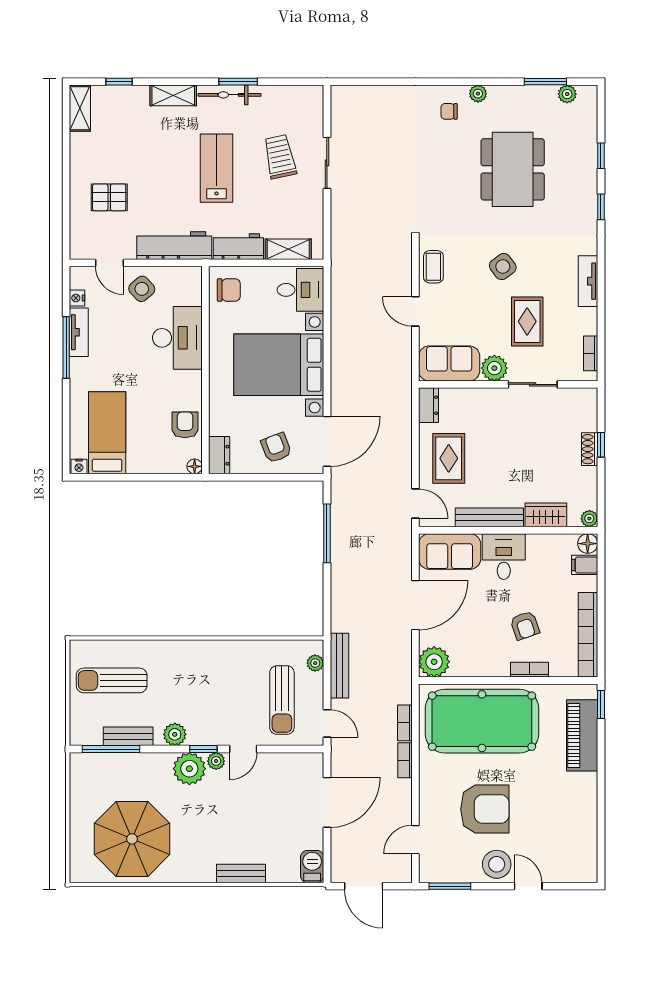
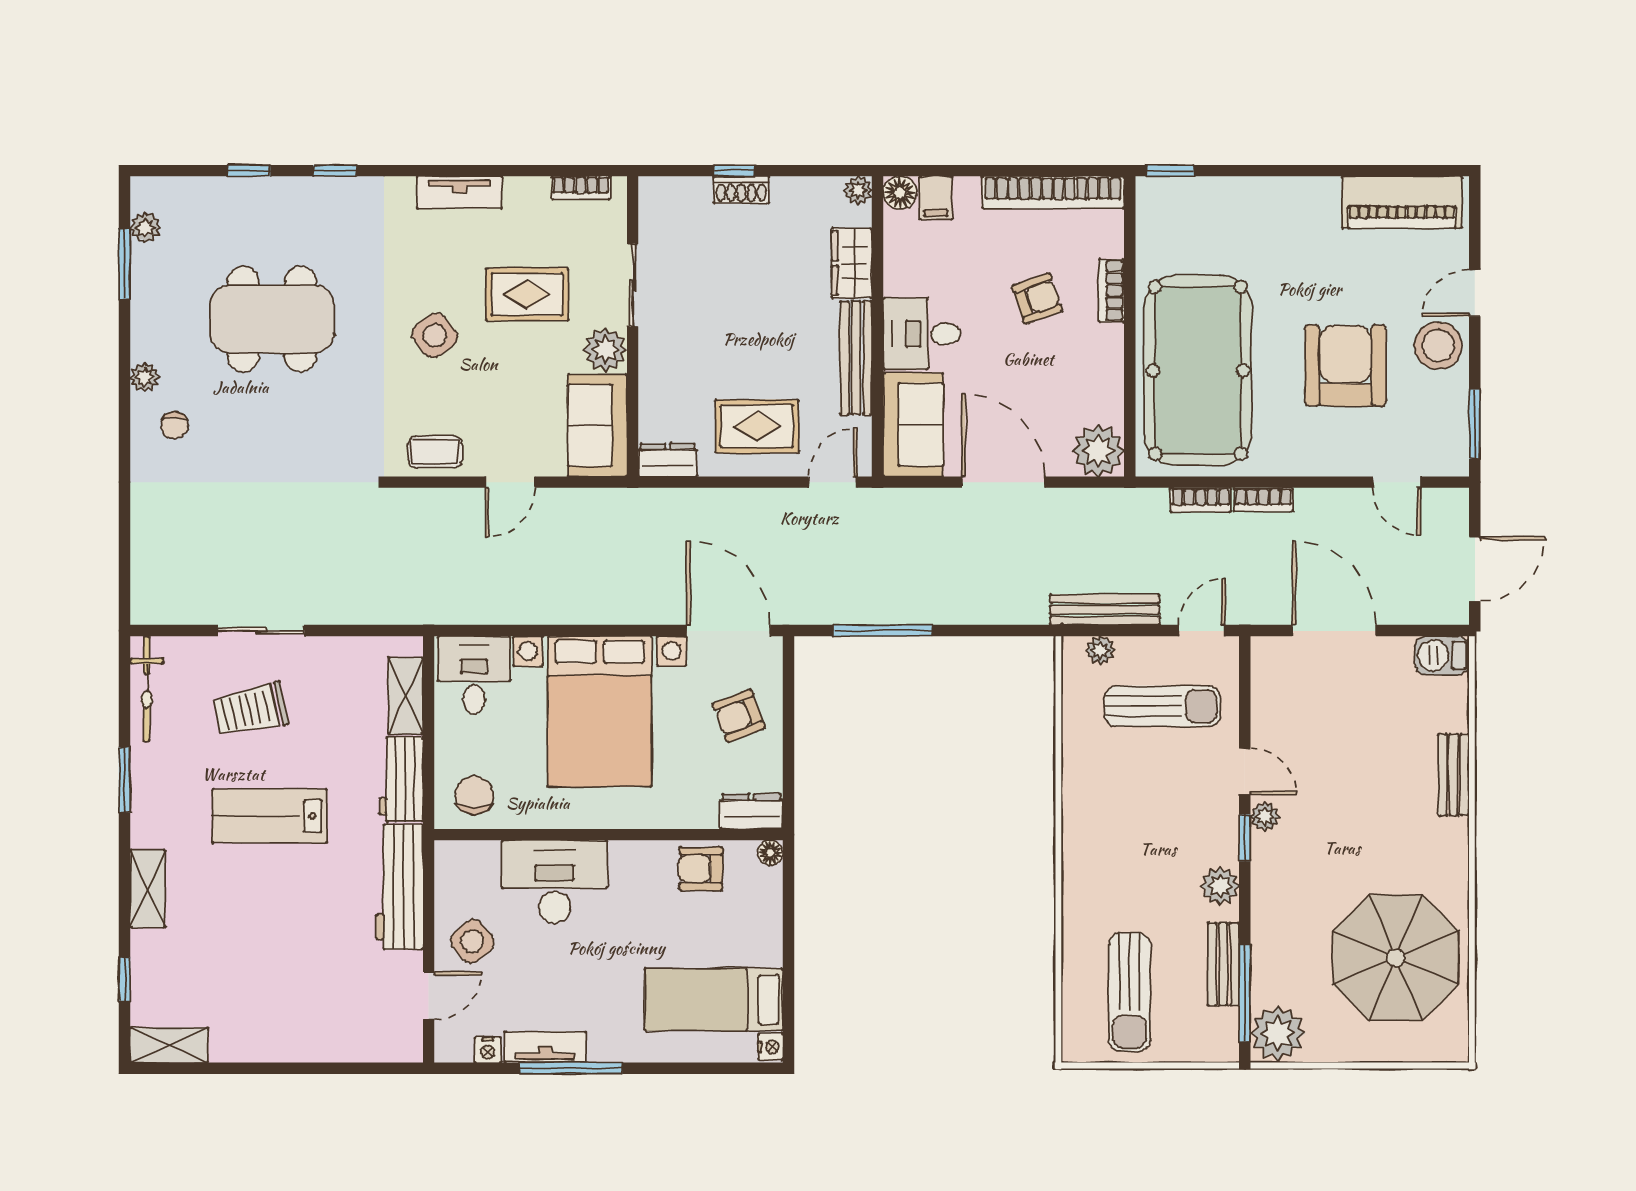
bicycle: (230, 95) -> (147, 689), moved
pallet: (109, 197) -> (319, 996), removed
piano: (582, 735) -> (1402, 202), moved
plant: (189, 769) -> (1278, 1033), moved

